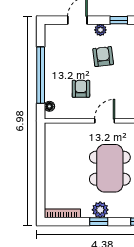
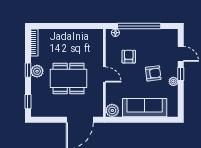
window: (119, 20) -> (181, 74), moved
plant: (100, 30) -> (173, 81), moved
armchair: (81, 89) -> (129, 57), turned -90

